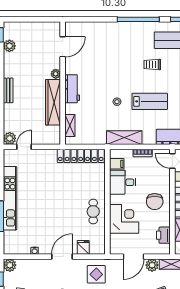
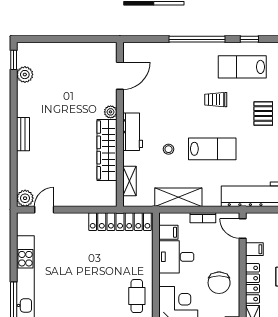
door: (63, 47) -> (120, 76), moved
plant: (56, 74) -> (111, 112), moved
wall: (63, 83) -> (120, 124), moved
workbench: (72, 89) -> (133, 132), moved
wardrobe: (53, 102) -> (107, 150), moved
shelving: (70, 125) -> (130, 181), moved

